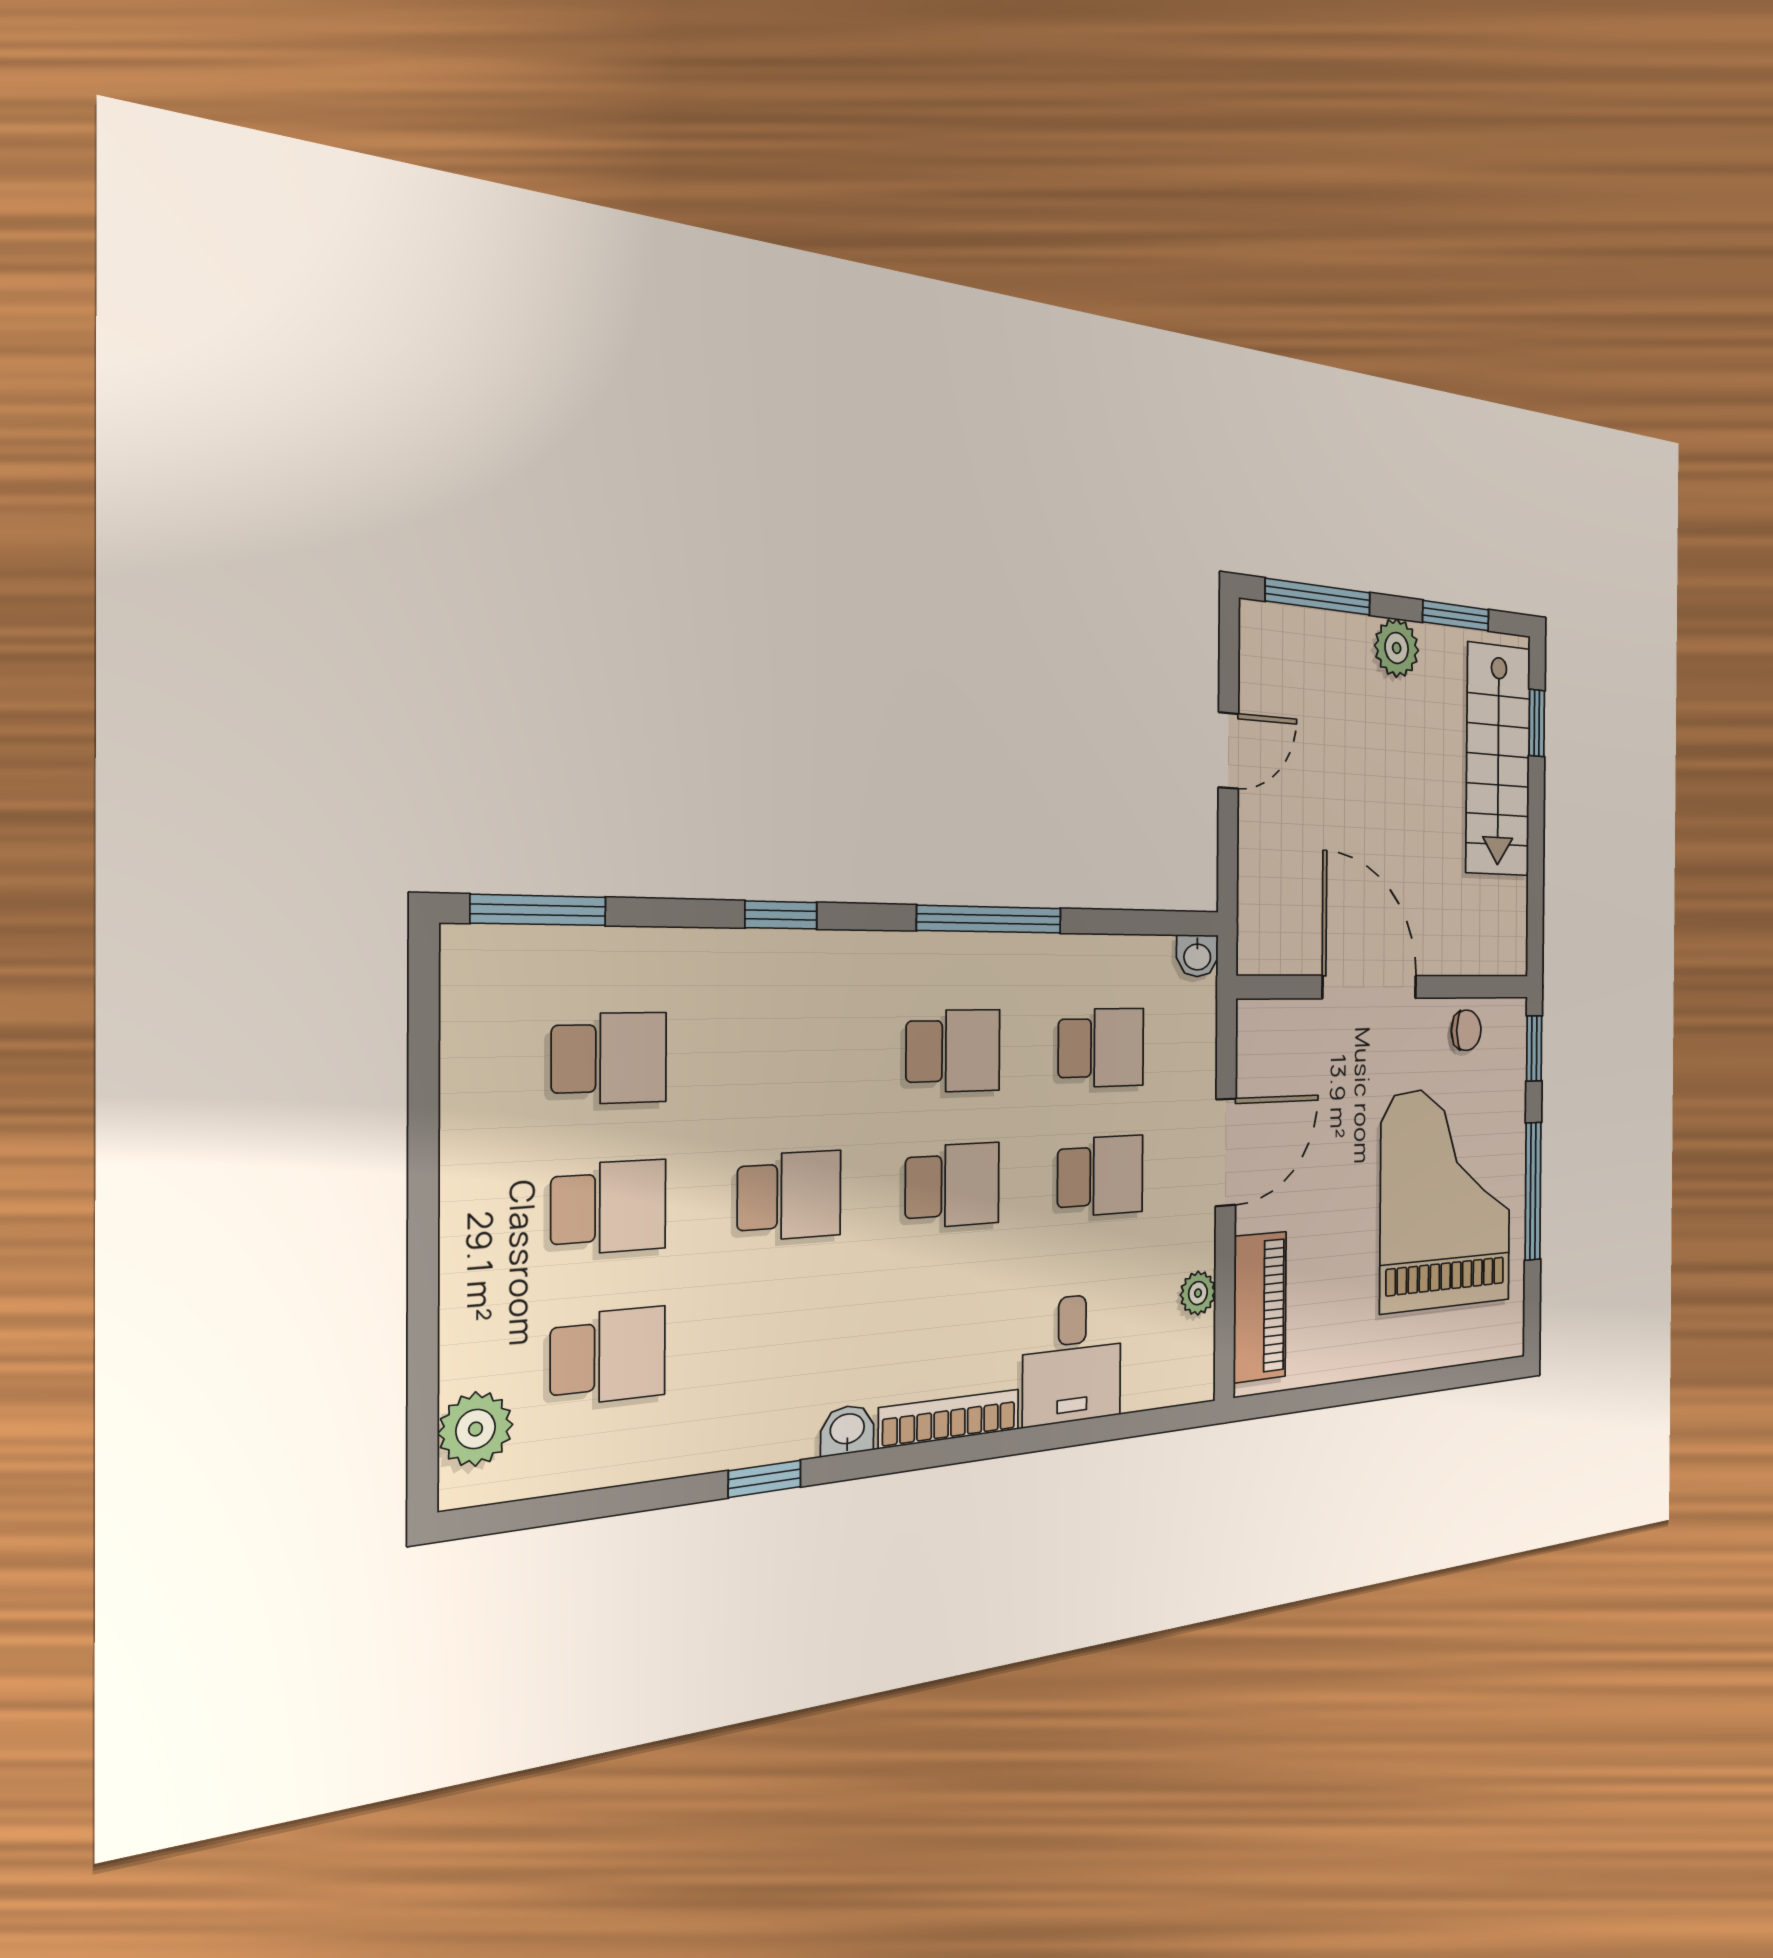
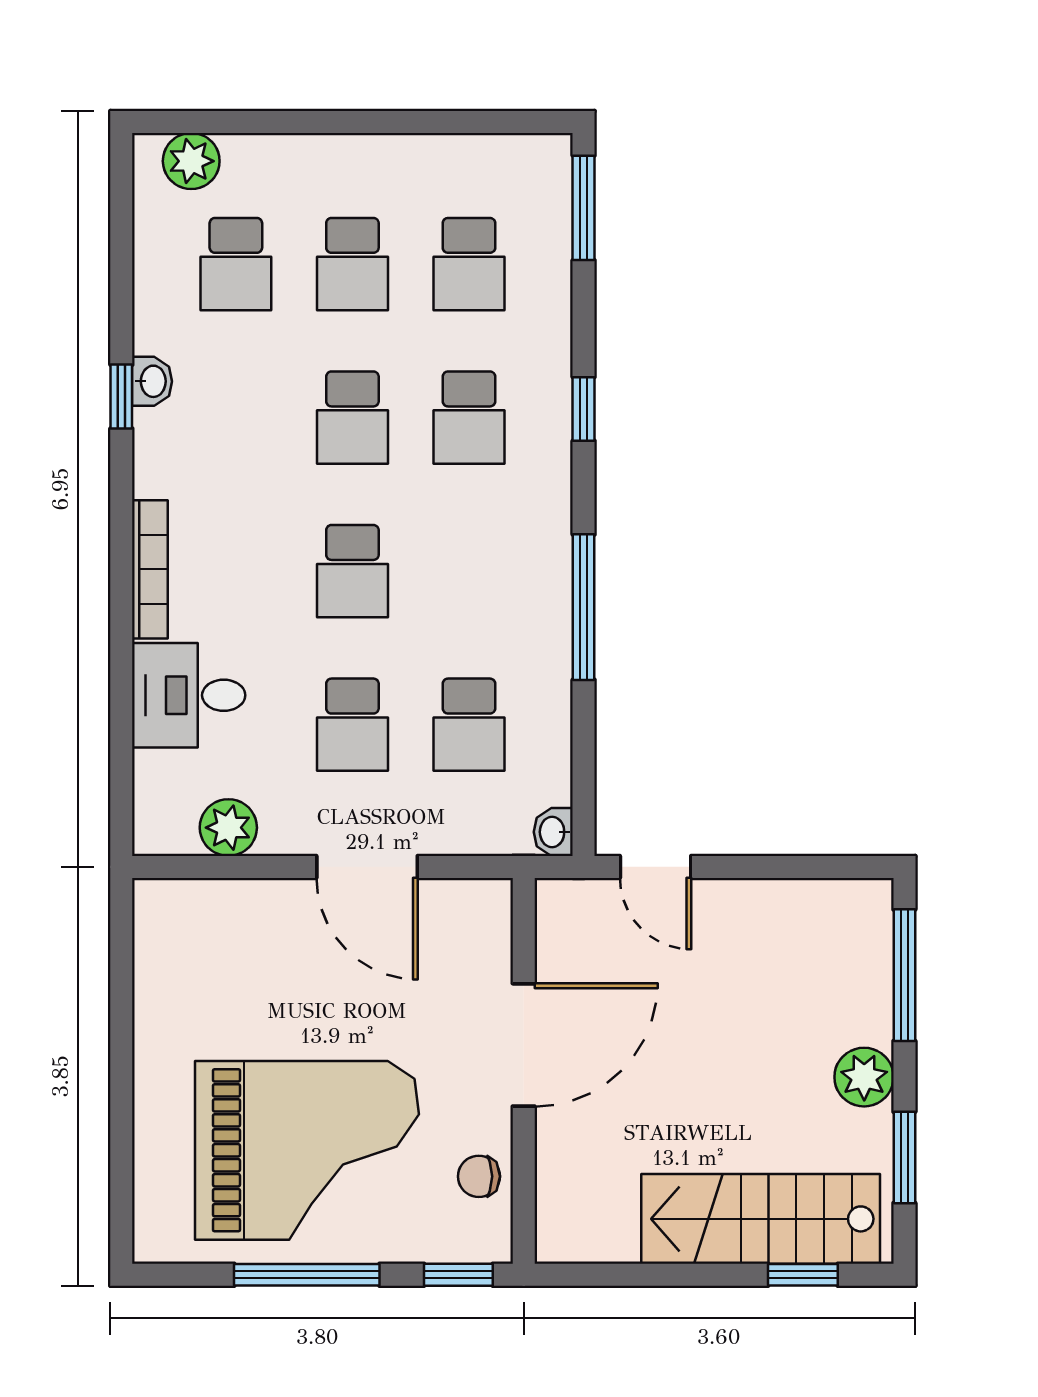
door: (1228, 751) -> (656, 867), moved
chair: (1466, 1030) -> (479, 1176), turned 90
school desk: (953, 1051) -> (469, 418), moved
plant: (1198, 1293) -> (228, 828), width x1.38, depth x1.38
piano: (1260, 1307) -> (217, 909), removed
washbasin: (847, 1430) -> (152, 381), moved

